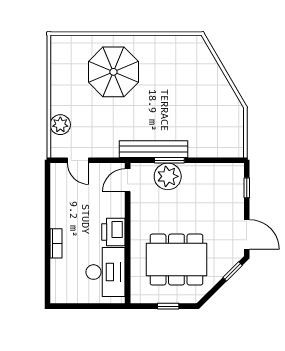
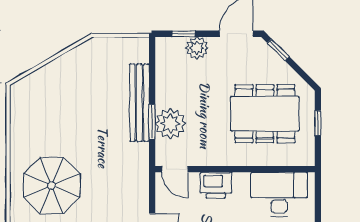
bench: (154, 149) -> (139, 103), moved
plant: (234, 200) -> (197, 48), added
printer: (113, 232) -> (216, 185), moved
dining table: (176, 260) -> (265, 114), turned 90

